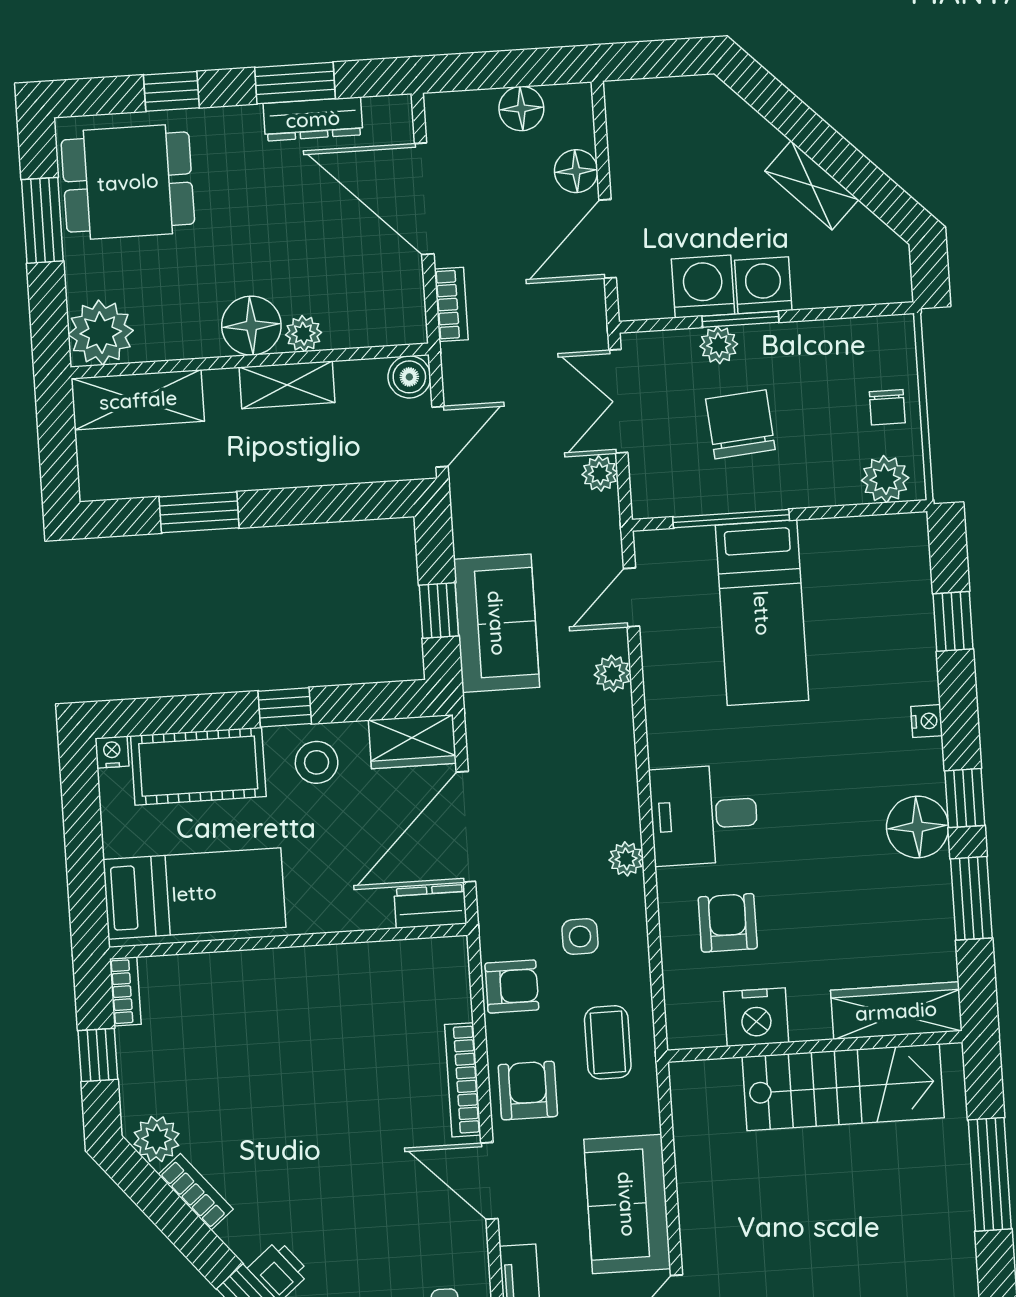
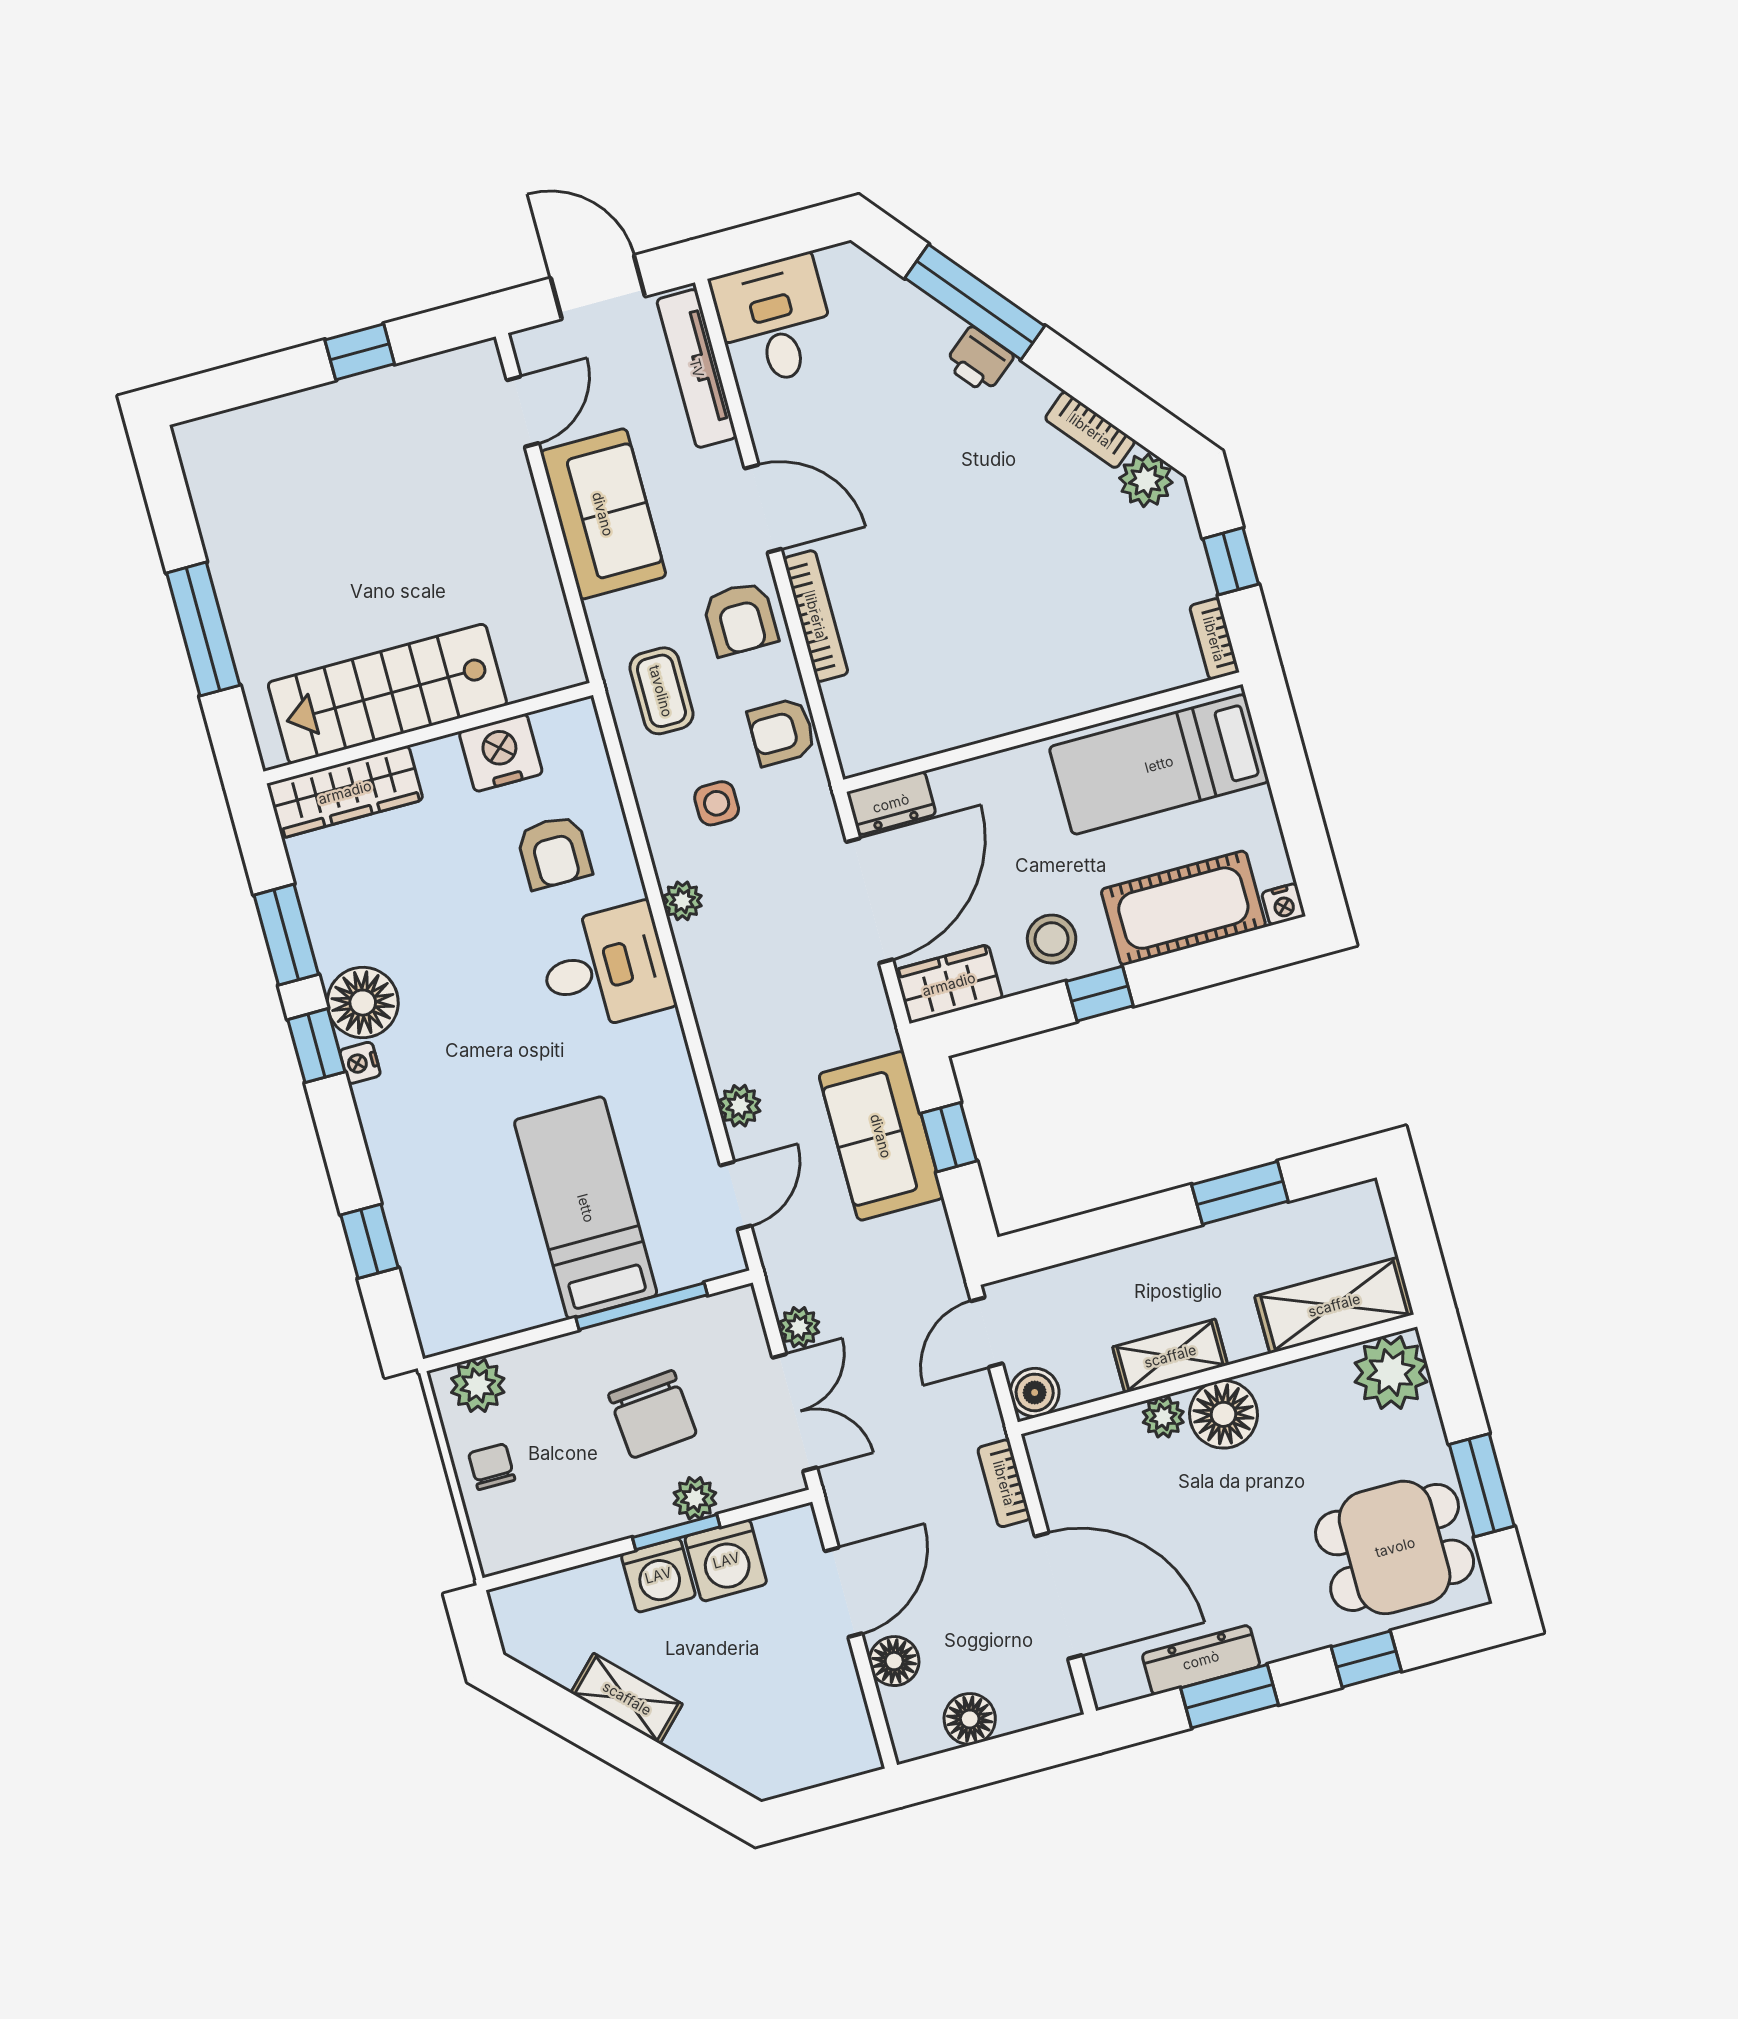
nightstand: (927, 721) -> (360, 1063), moved

